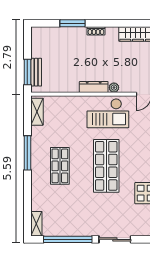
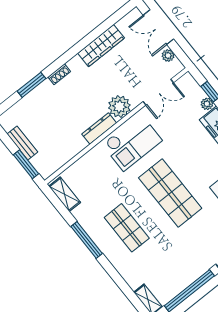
bench: (36, 72) -> (22, 143), moved
plant: (114, 88) -> (119, 106), width x1.88, depth x1.88

